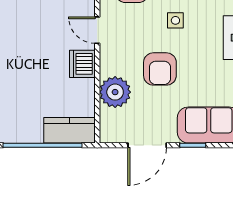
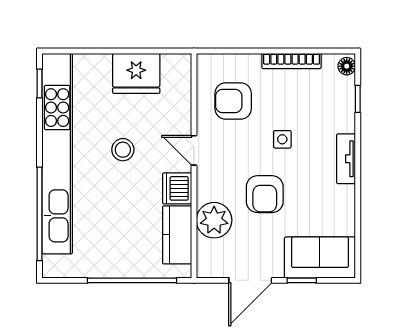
stool: (34, 30) -> (123, 150), added
kitchen counter: (70, 130) -> (177, 235), moved, turned -90

